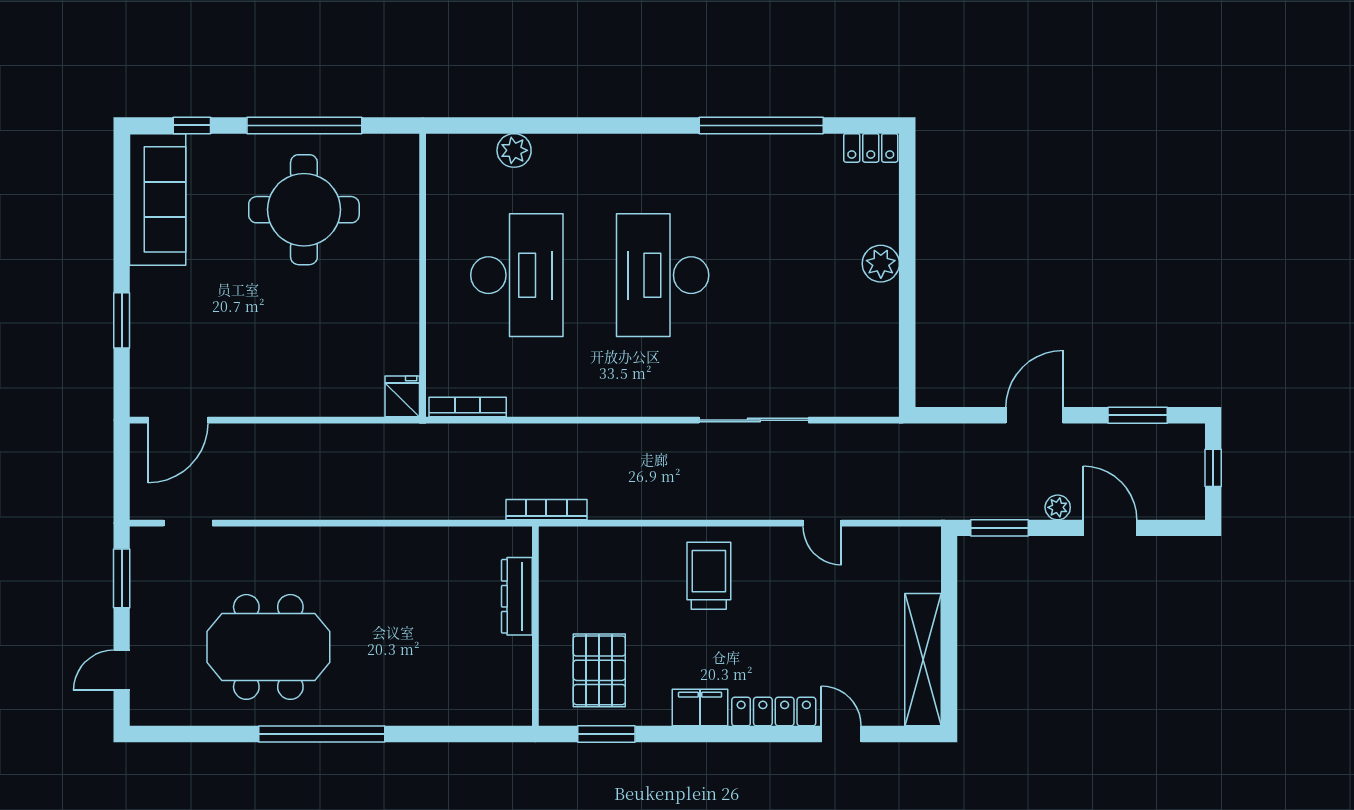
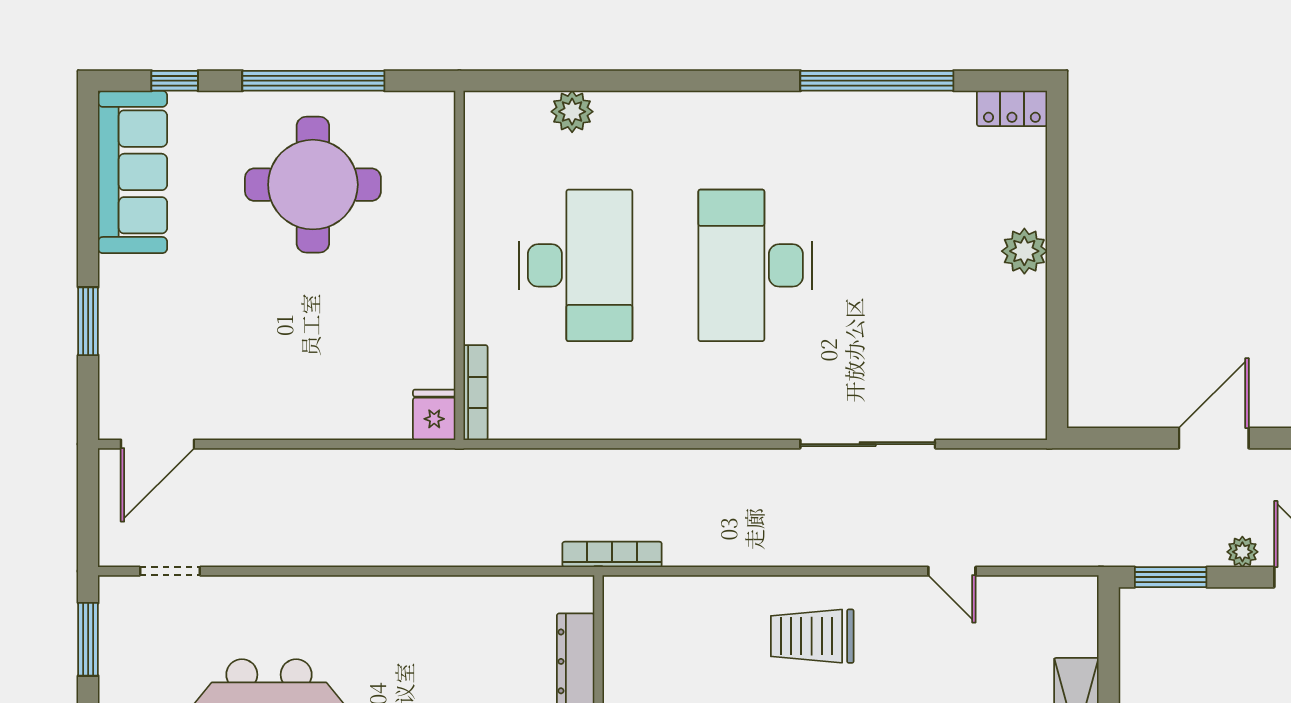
bookcase: (468, 407) -> (475, 393), moved, turned 90
trolley: (709, 576) -> (812, 636), turned -90

